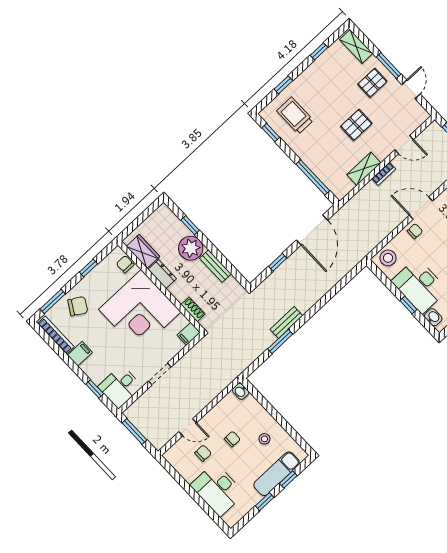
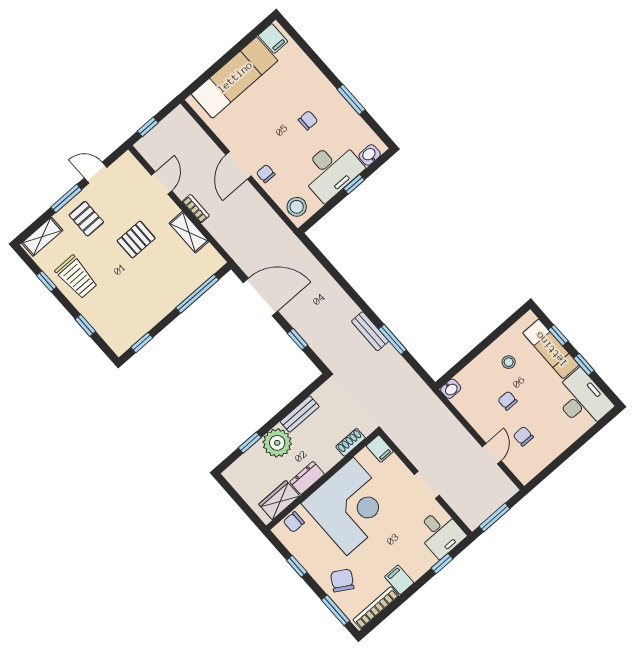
trolley: (295, 116) -> (76, 277), moved, turned -90
pallet: (356, 125) -> (136, 240), turned 90
desk: (217, 489) -> (582, 400), moved, turned -90

